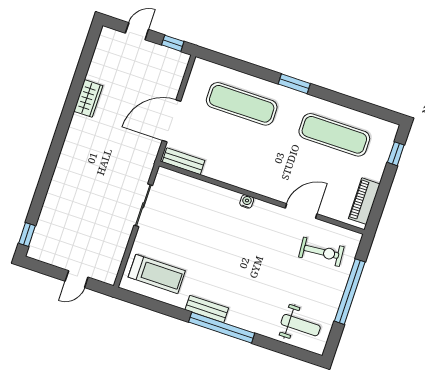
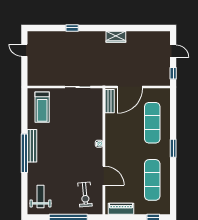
wardrobe: (88, 98) -> (116, 37), moved
door: (171, 121) -> (130, 87), swing flipped
window: (27, 235) -> (72, 28), moved
door: (77, 279) -> (24, 50), moved
bench: (207, 309) -> (32, 146), width x1.36
weight bench: (301, 325) -> (40, 197), turned 180

